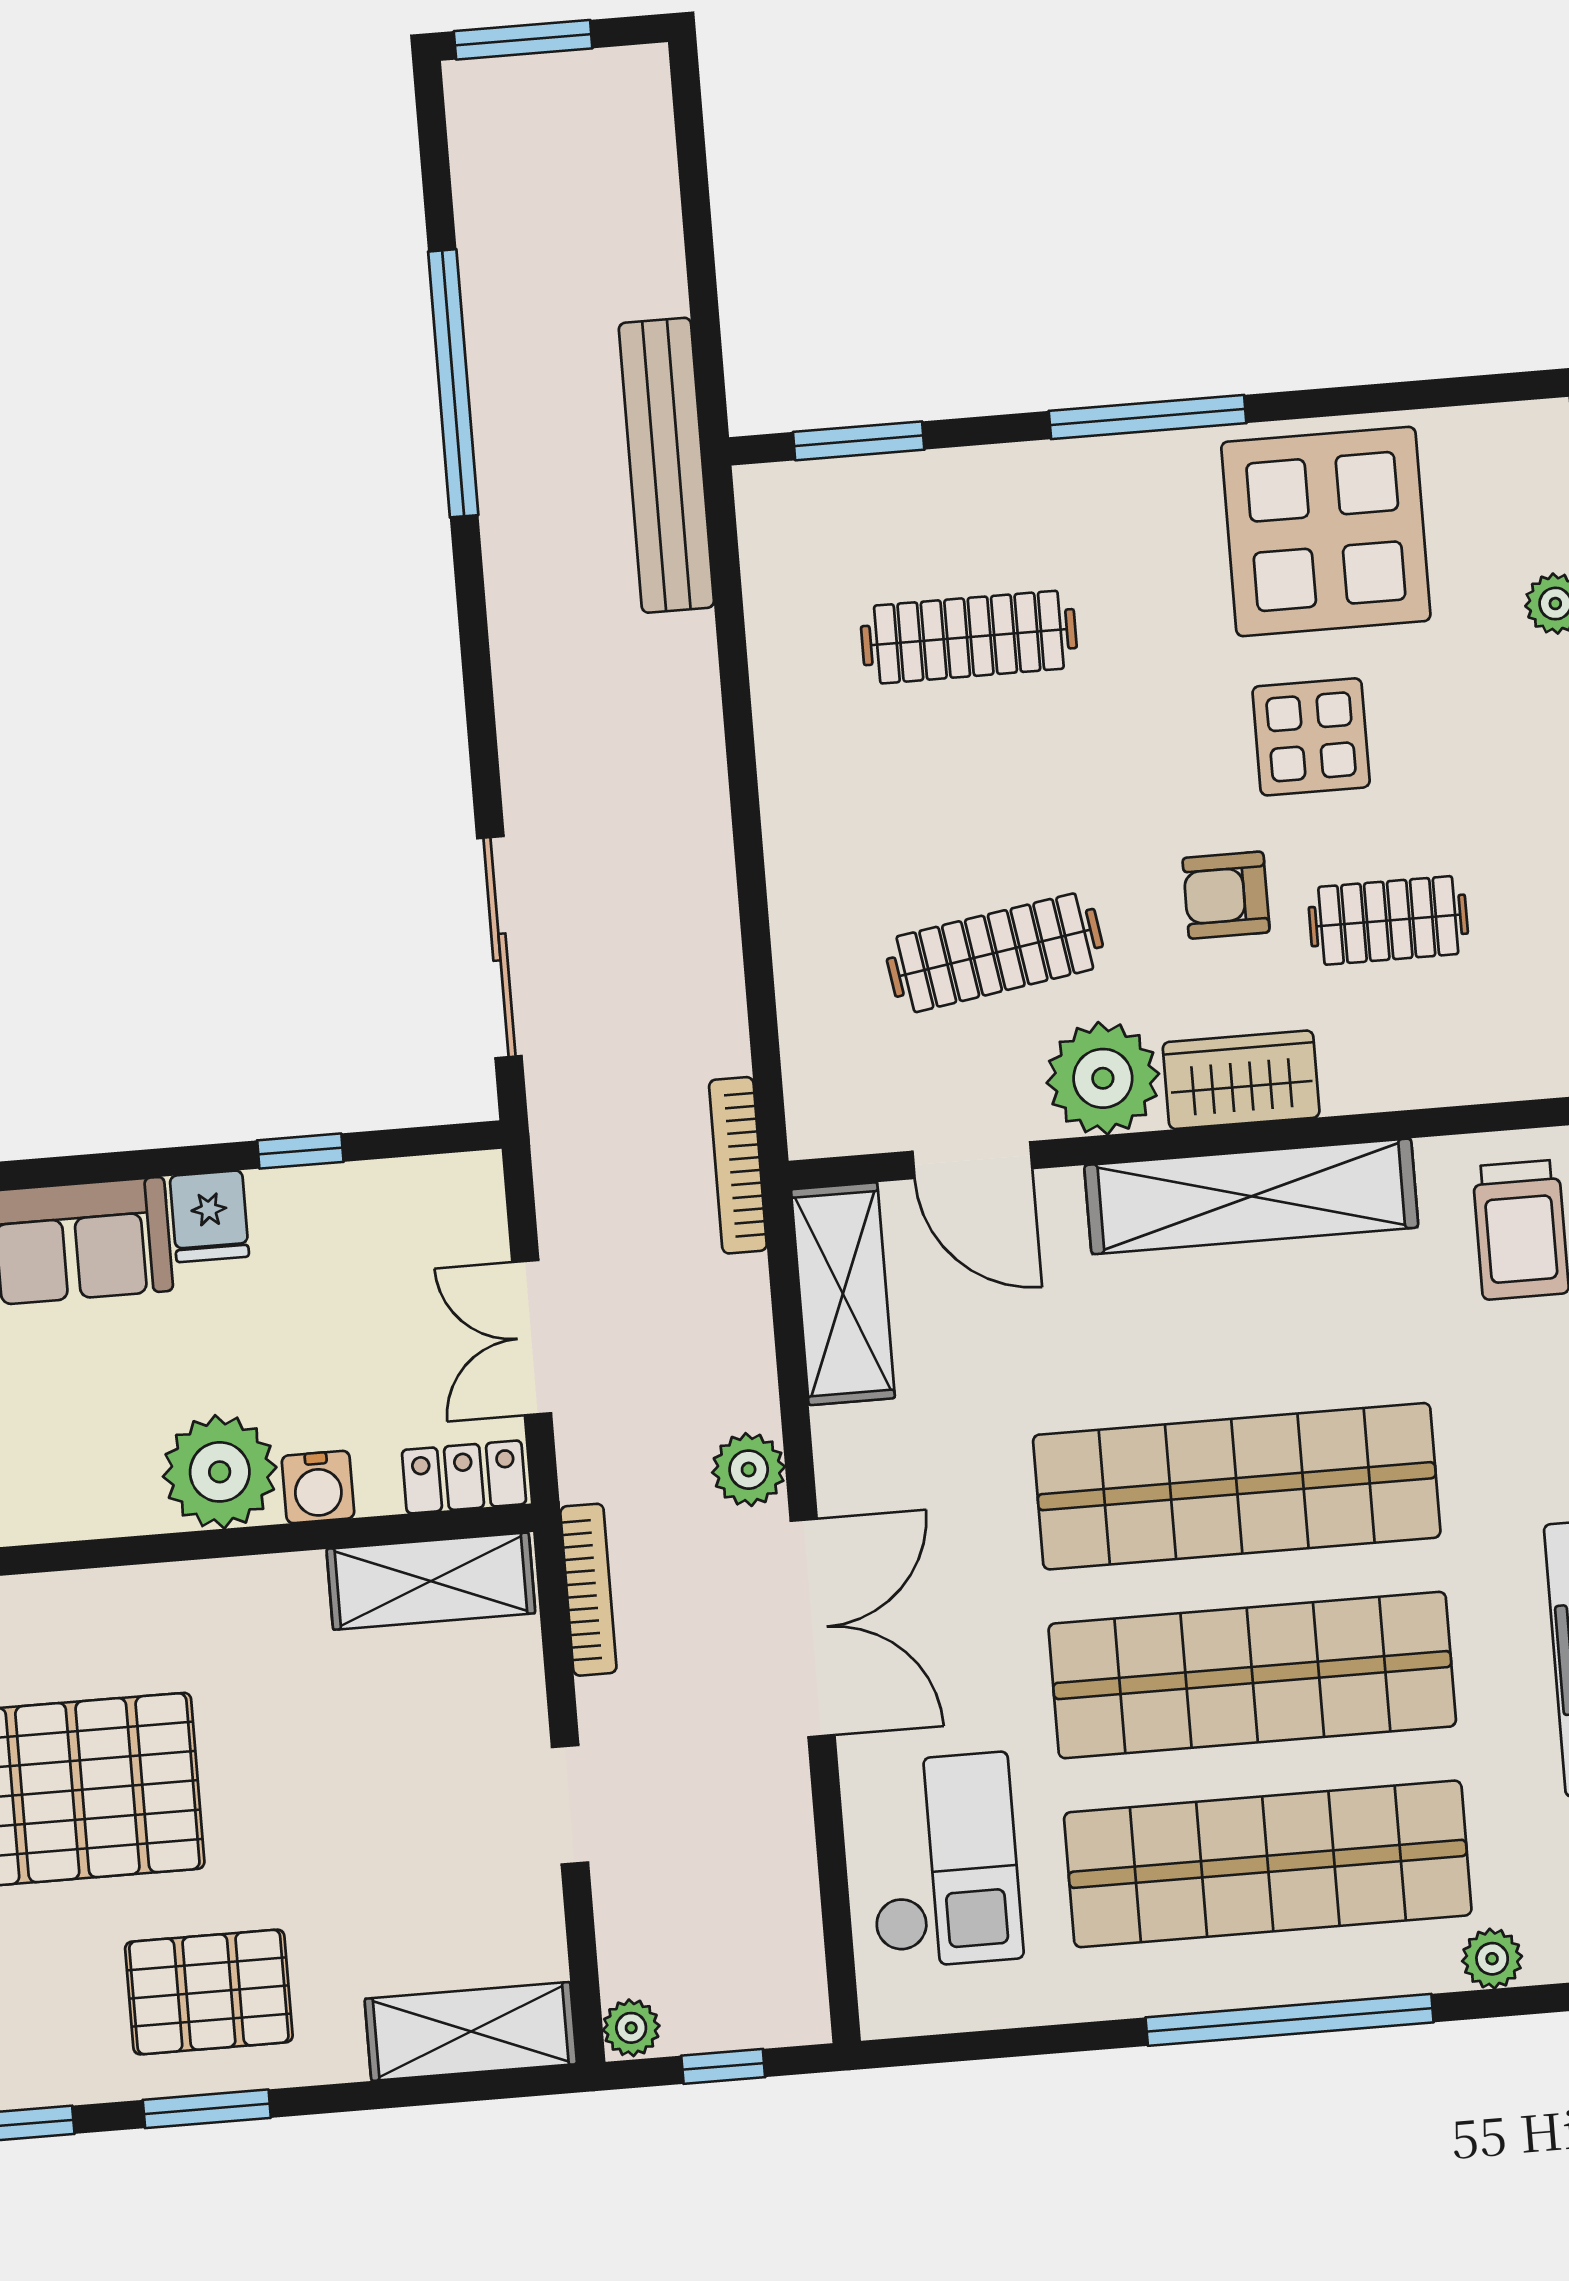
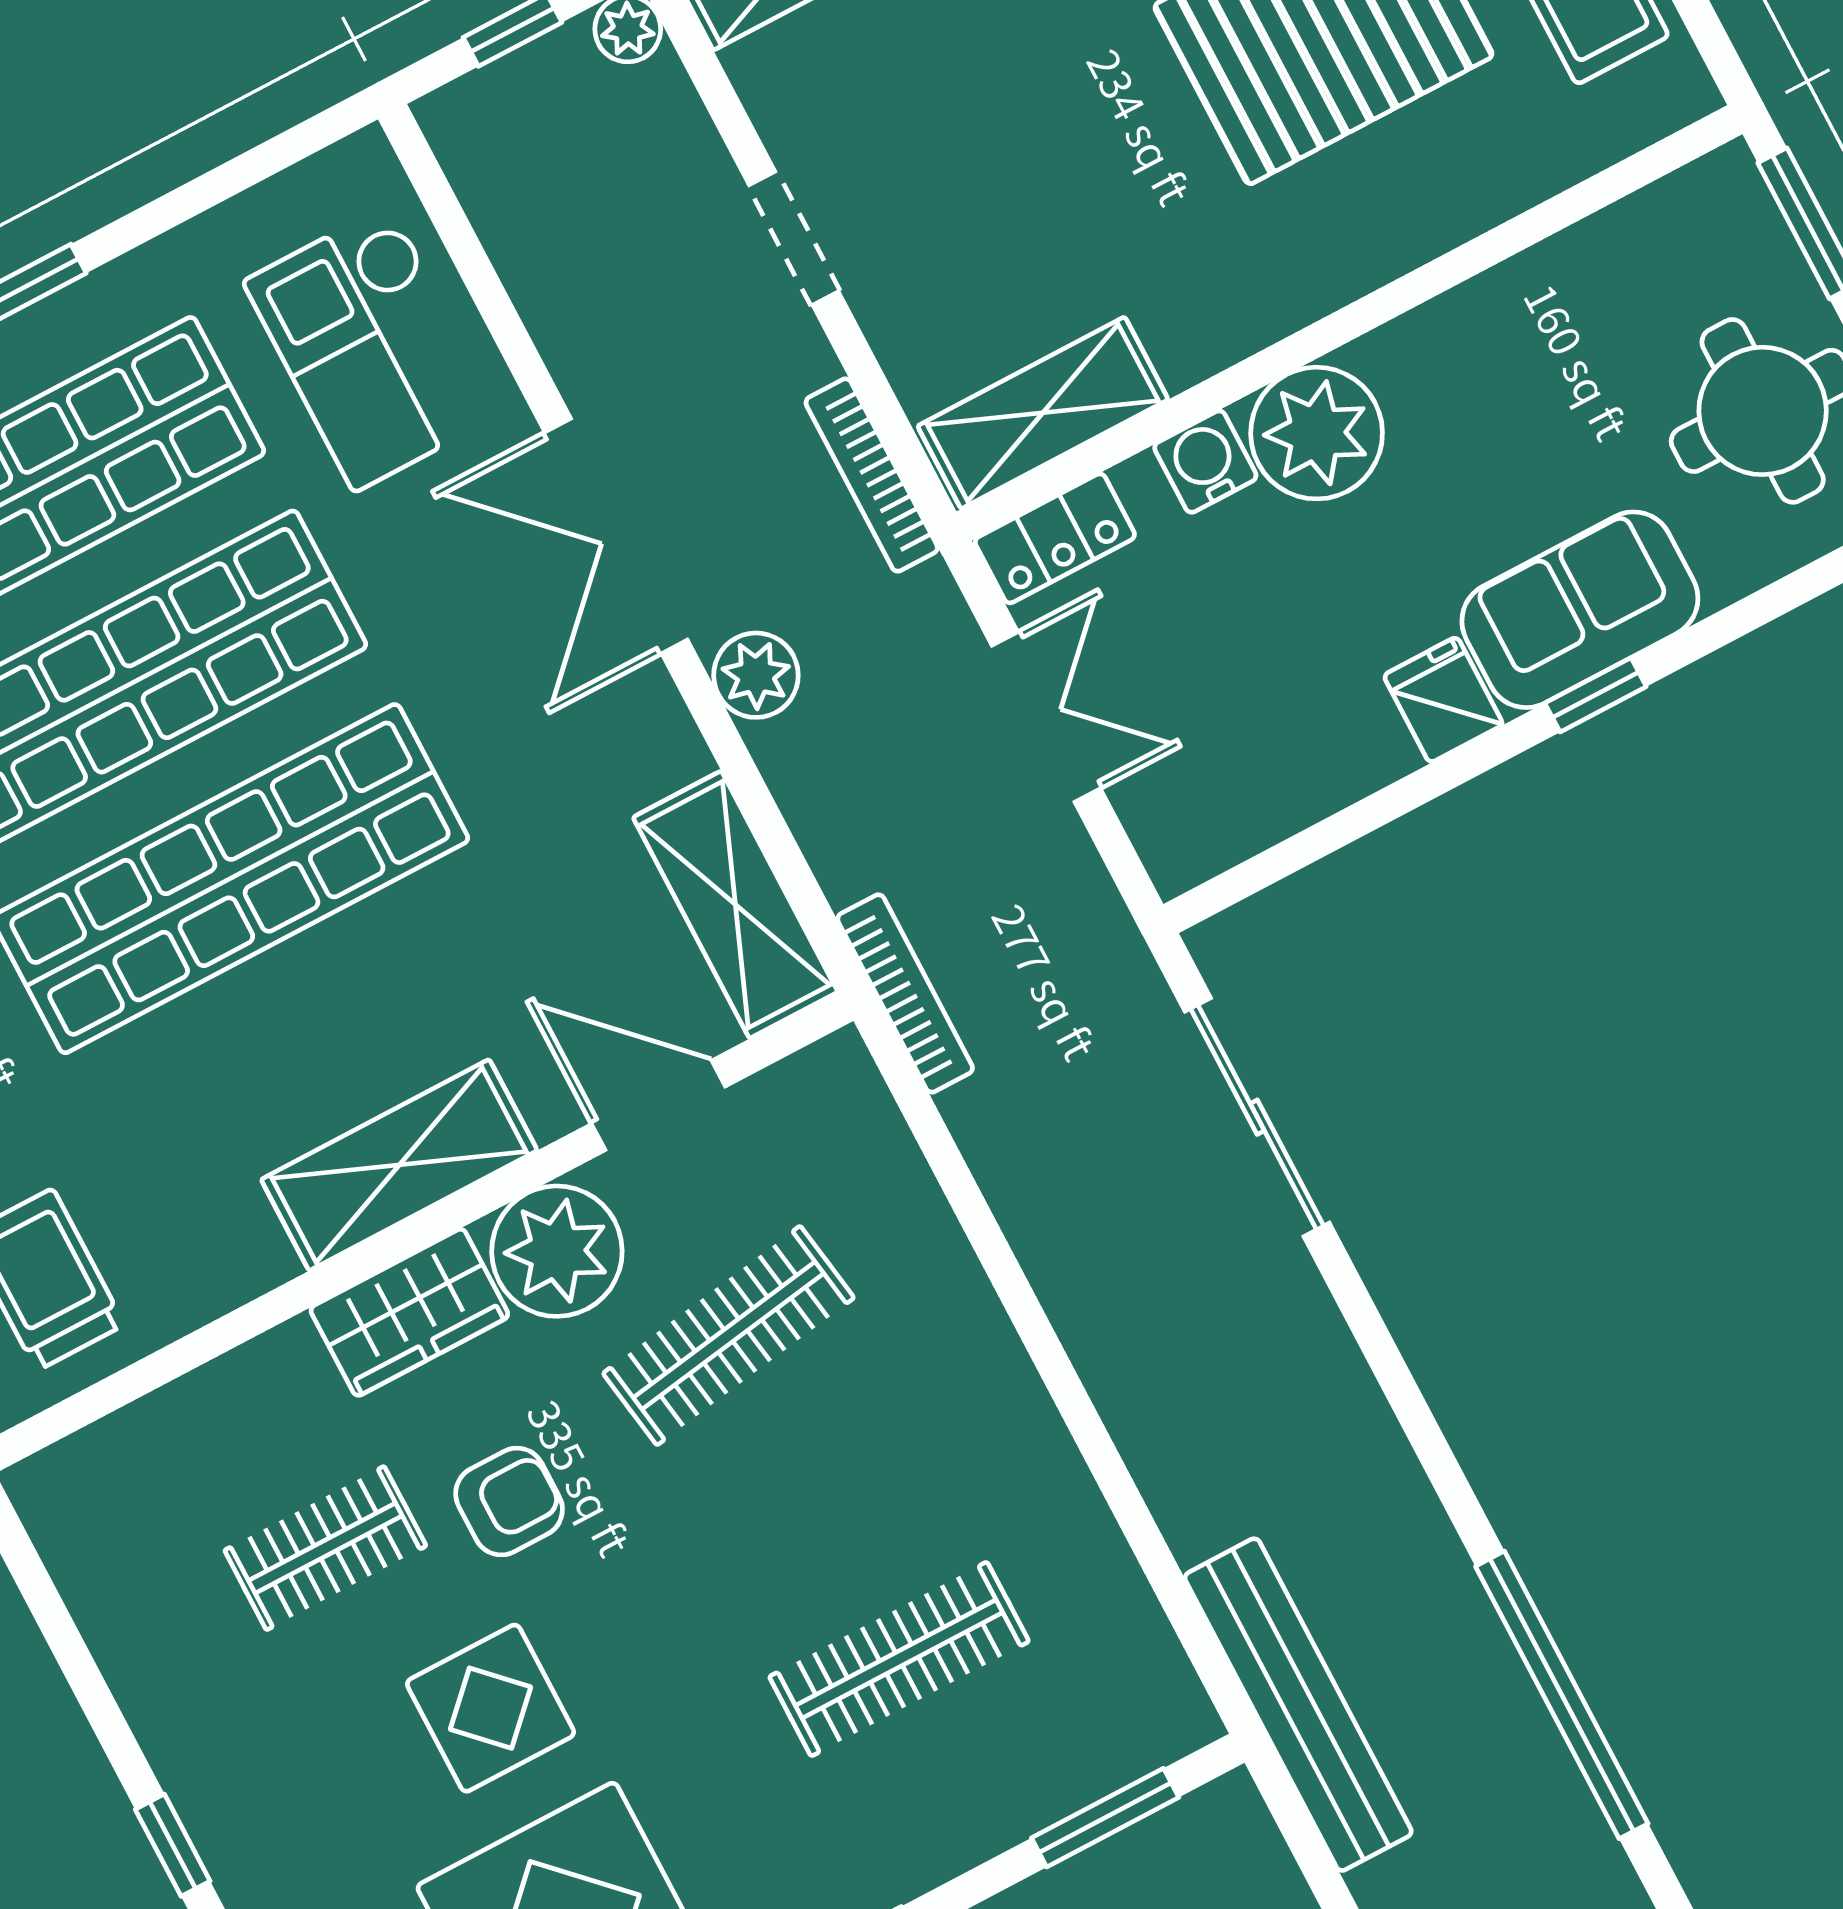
window: (300, 1151) -> (1596, 695), moved
shelving: (1251, 1196) -> (399, 1165), width x0.68

